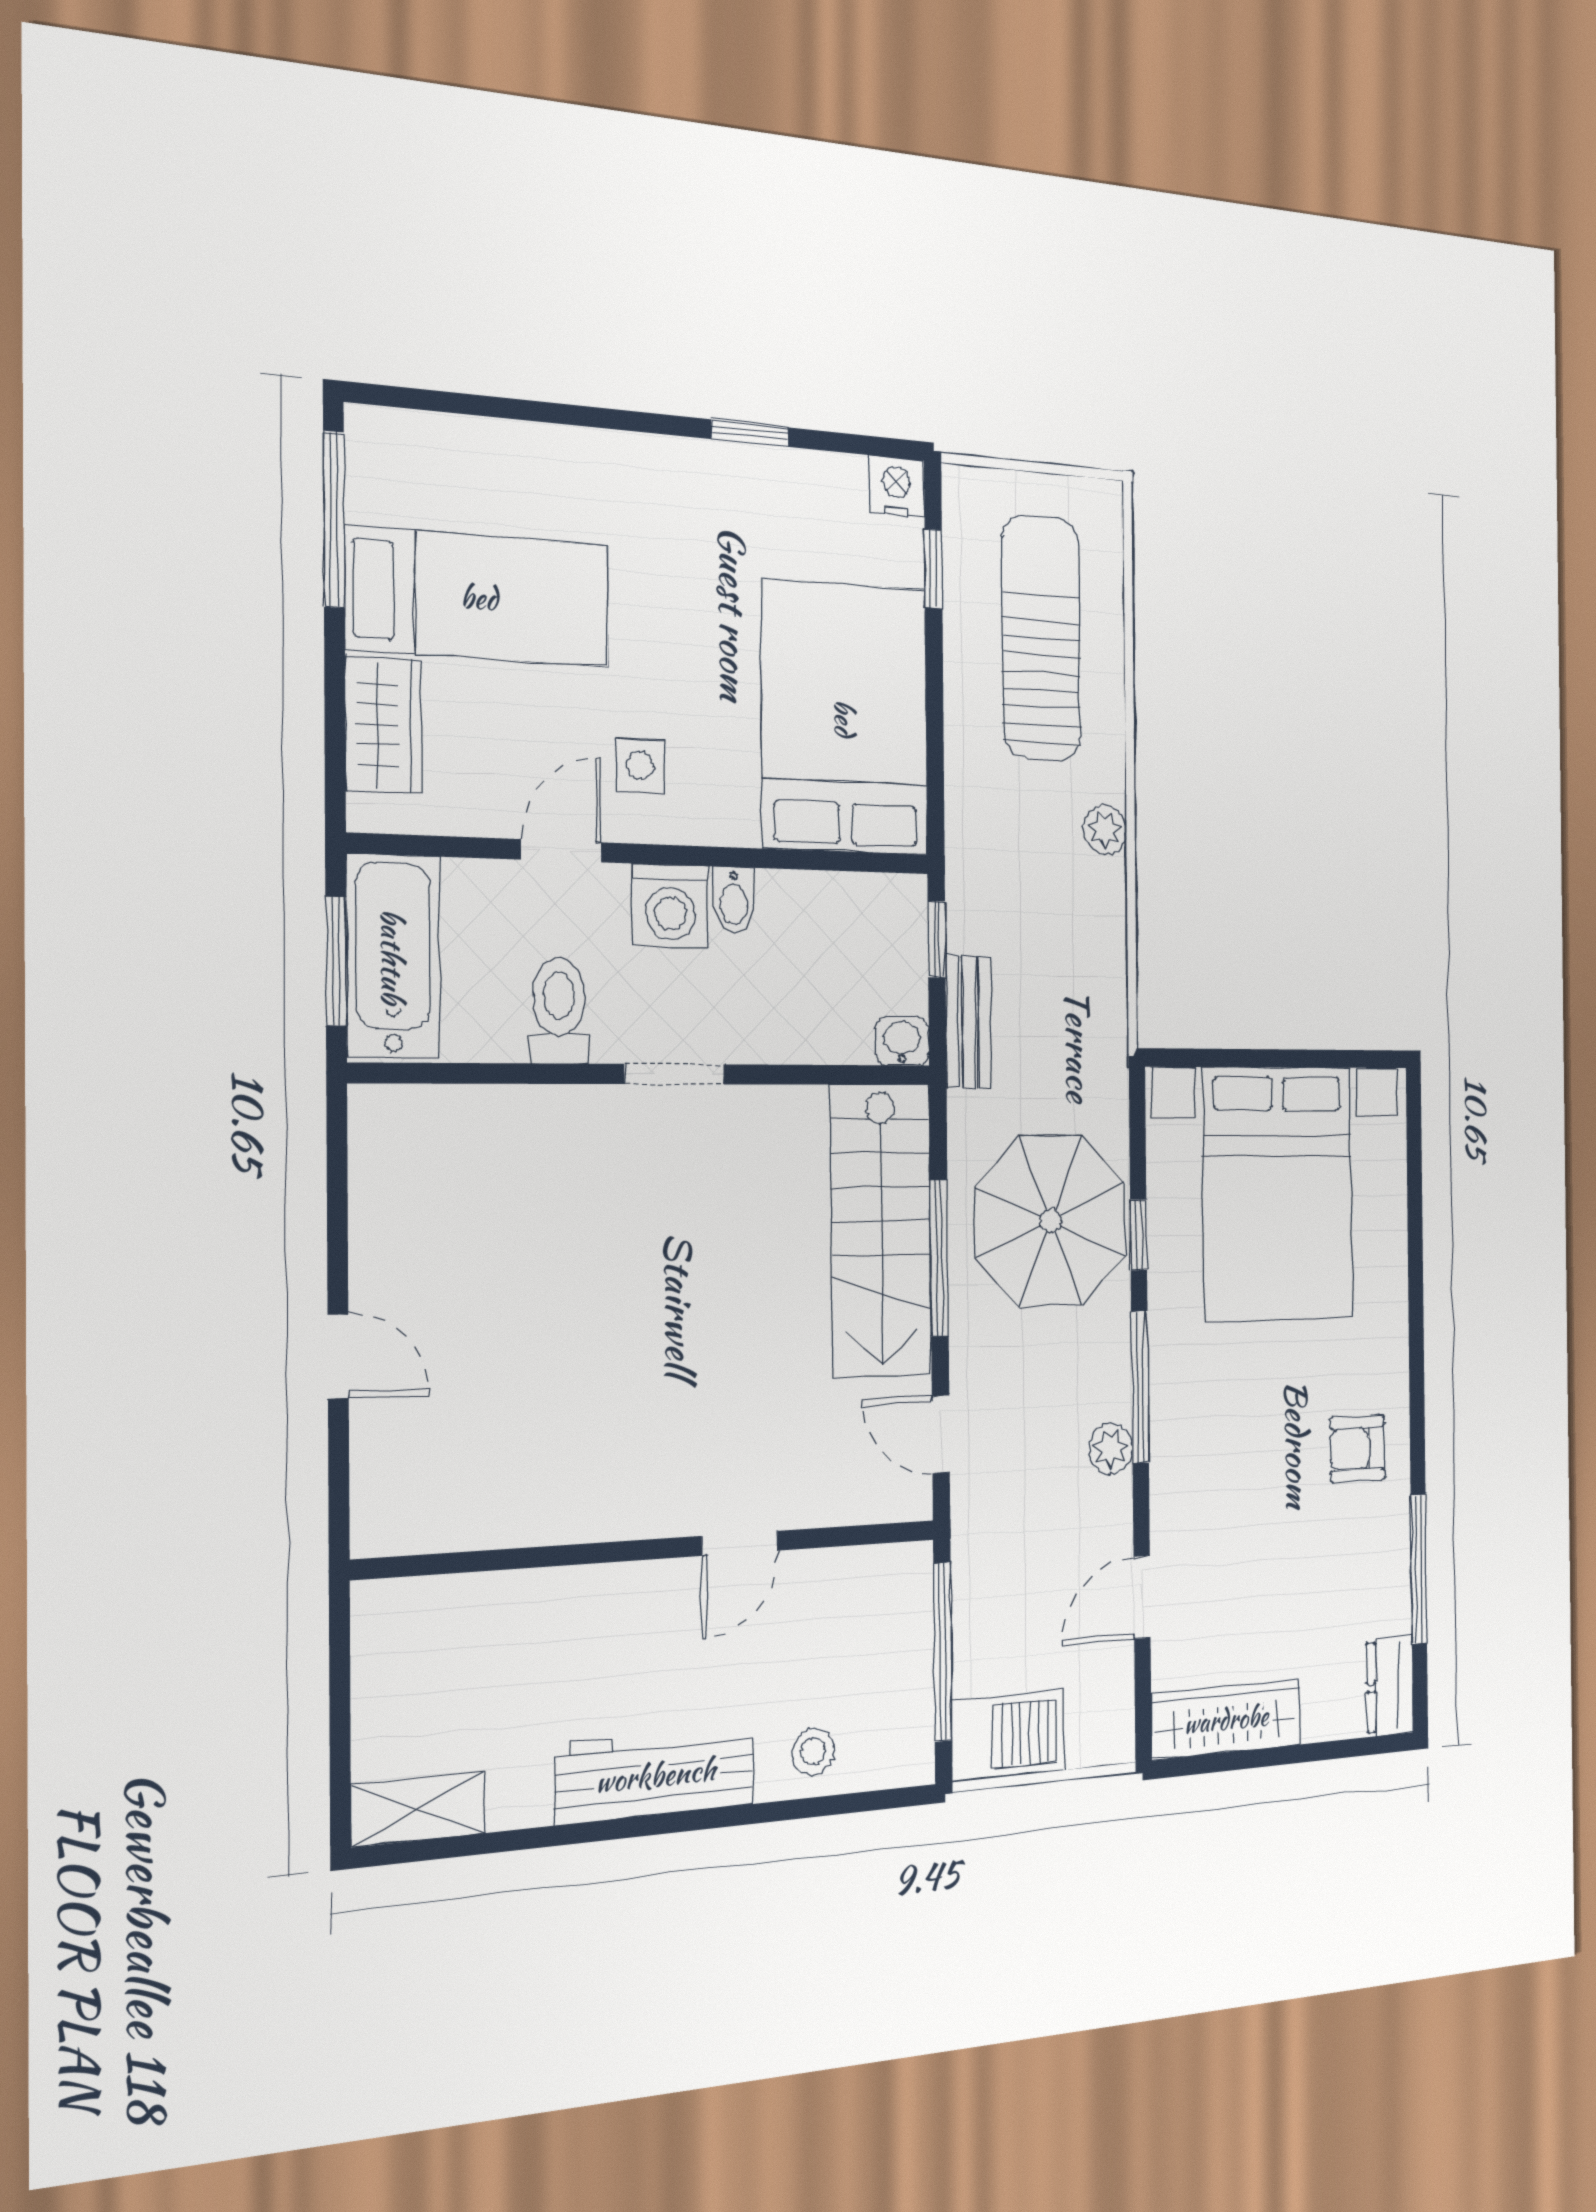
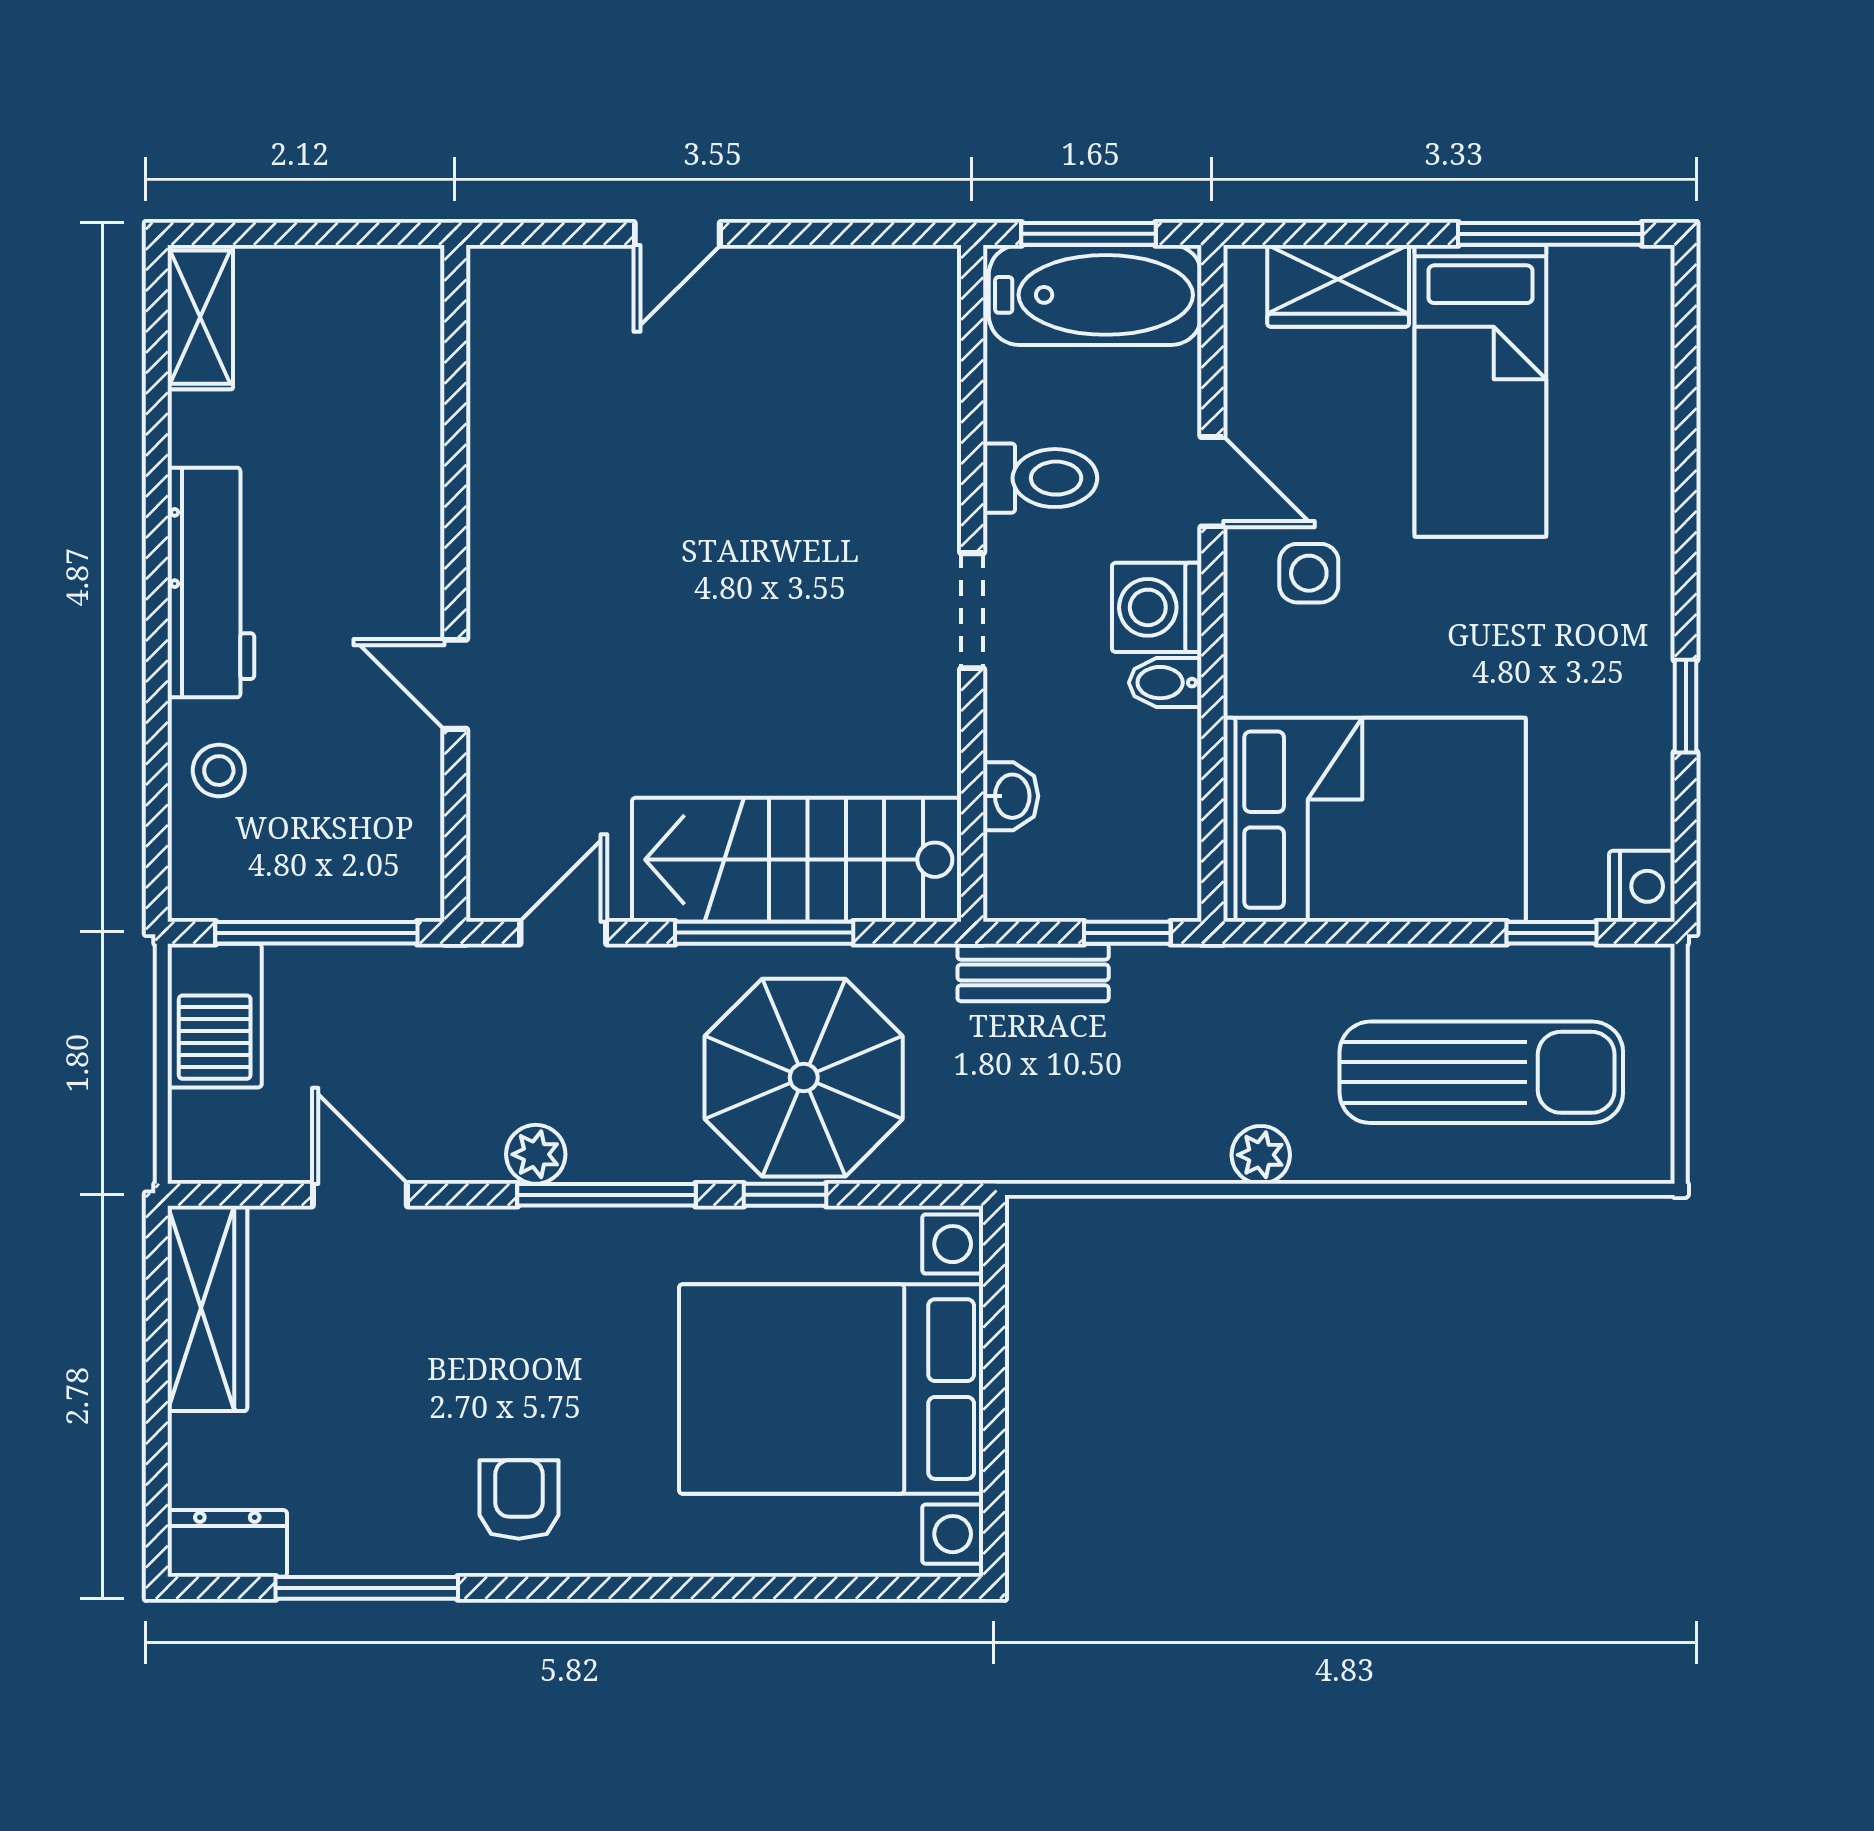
washbasin: (902, 1041) -> (1011, 796), moved

